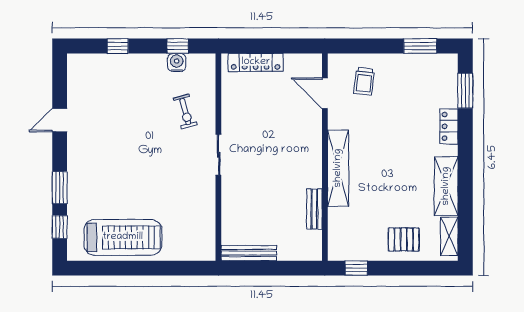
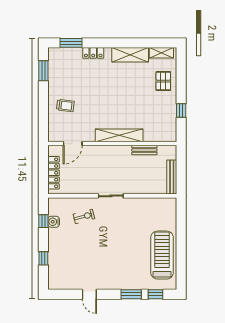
door: (325, 93) -> (73, 144), moved
wall: (325, 157) -> (112, 144), moved
shelving: (338, 168) -> (119, 135), moved
bench: (314, 209) -> (144, 150), moved

